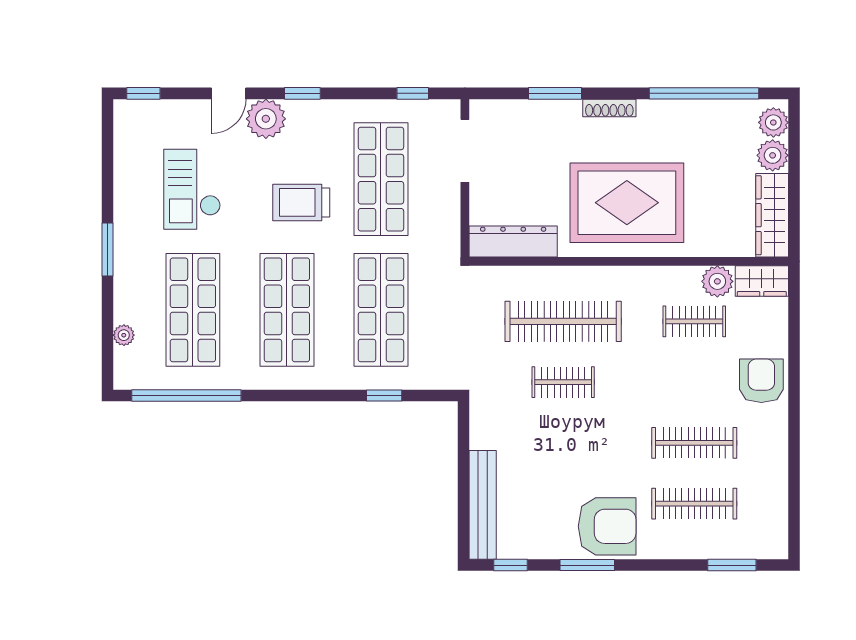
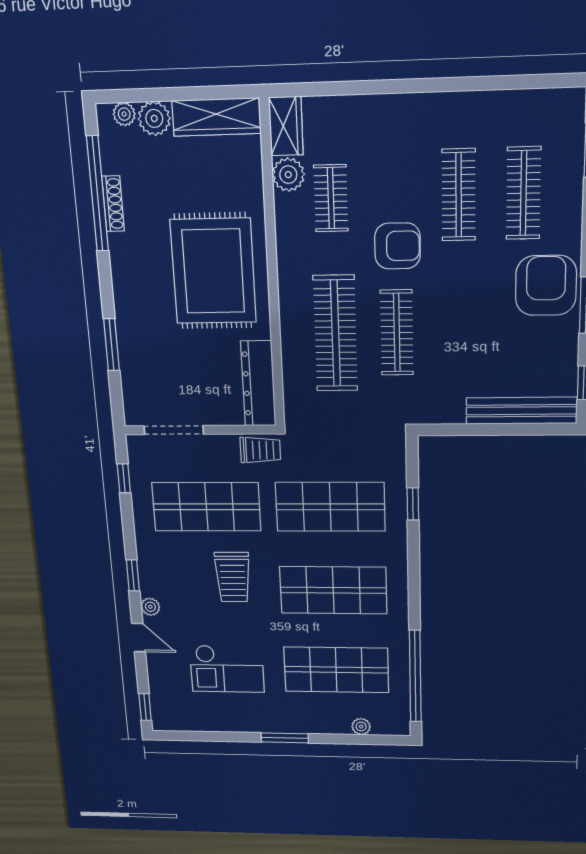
shoe rack: (609, 108) -> (113, 204), moved
plant: (266, 119) -> (150, 607), width x0.53, depth x0.53
plant: (773, 122) -> (124, 114), width x0.73, depth x0.73
trolley: (443, 240) -> (260, 450), added
armchair: (761, 381) -> (397, 246), moved, turned 180
clothes rail: (563, 382) -> (397, 333), width x1.36

